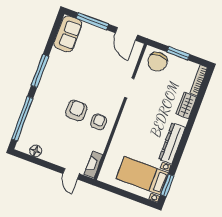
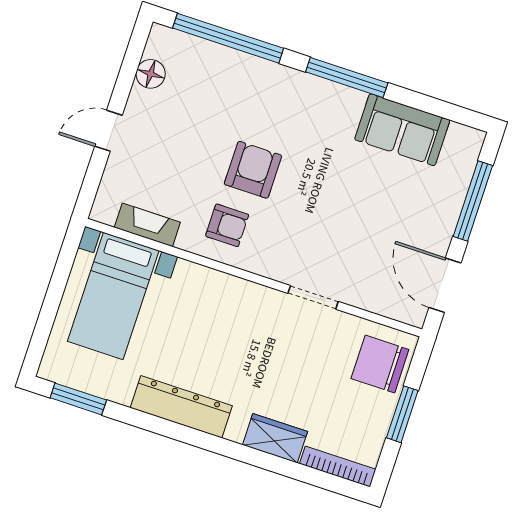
sofa: (68, 34) -> (402, 130), moved
door: (126, 34) -> (445, 285), hinge flipped
armchair: (76, 111) -> (253, 170), turned -90
fireplace: (94, 164) -> (147, 225), moved
door: (71, 174) -> (108, 131), moved
bed with nightstands: (142, 176) -> (113, 296), moved, turned 180

